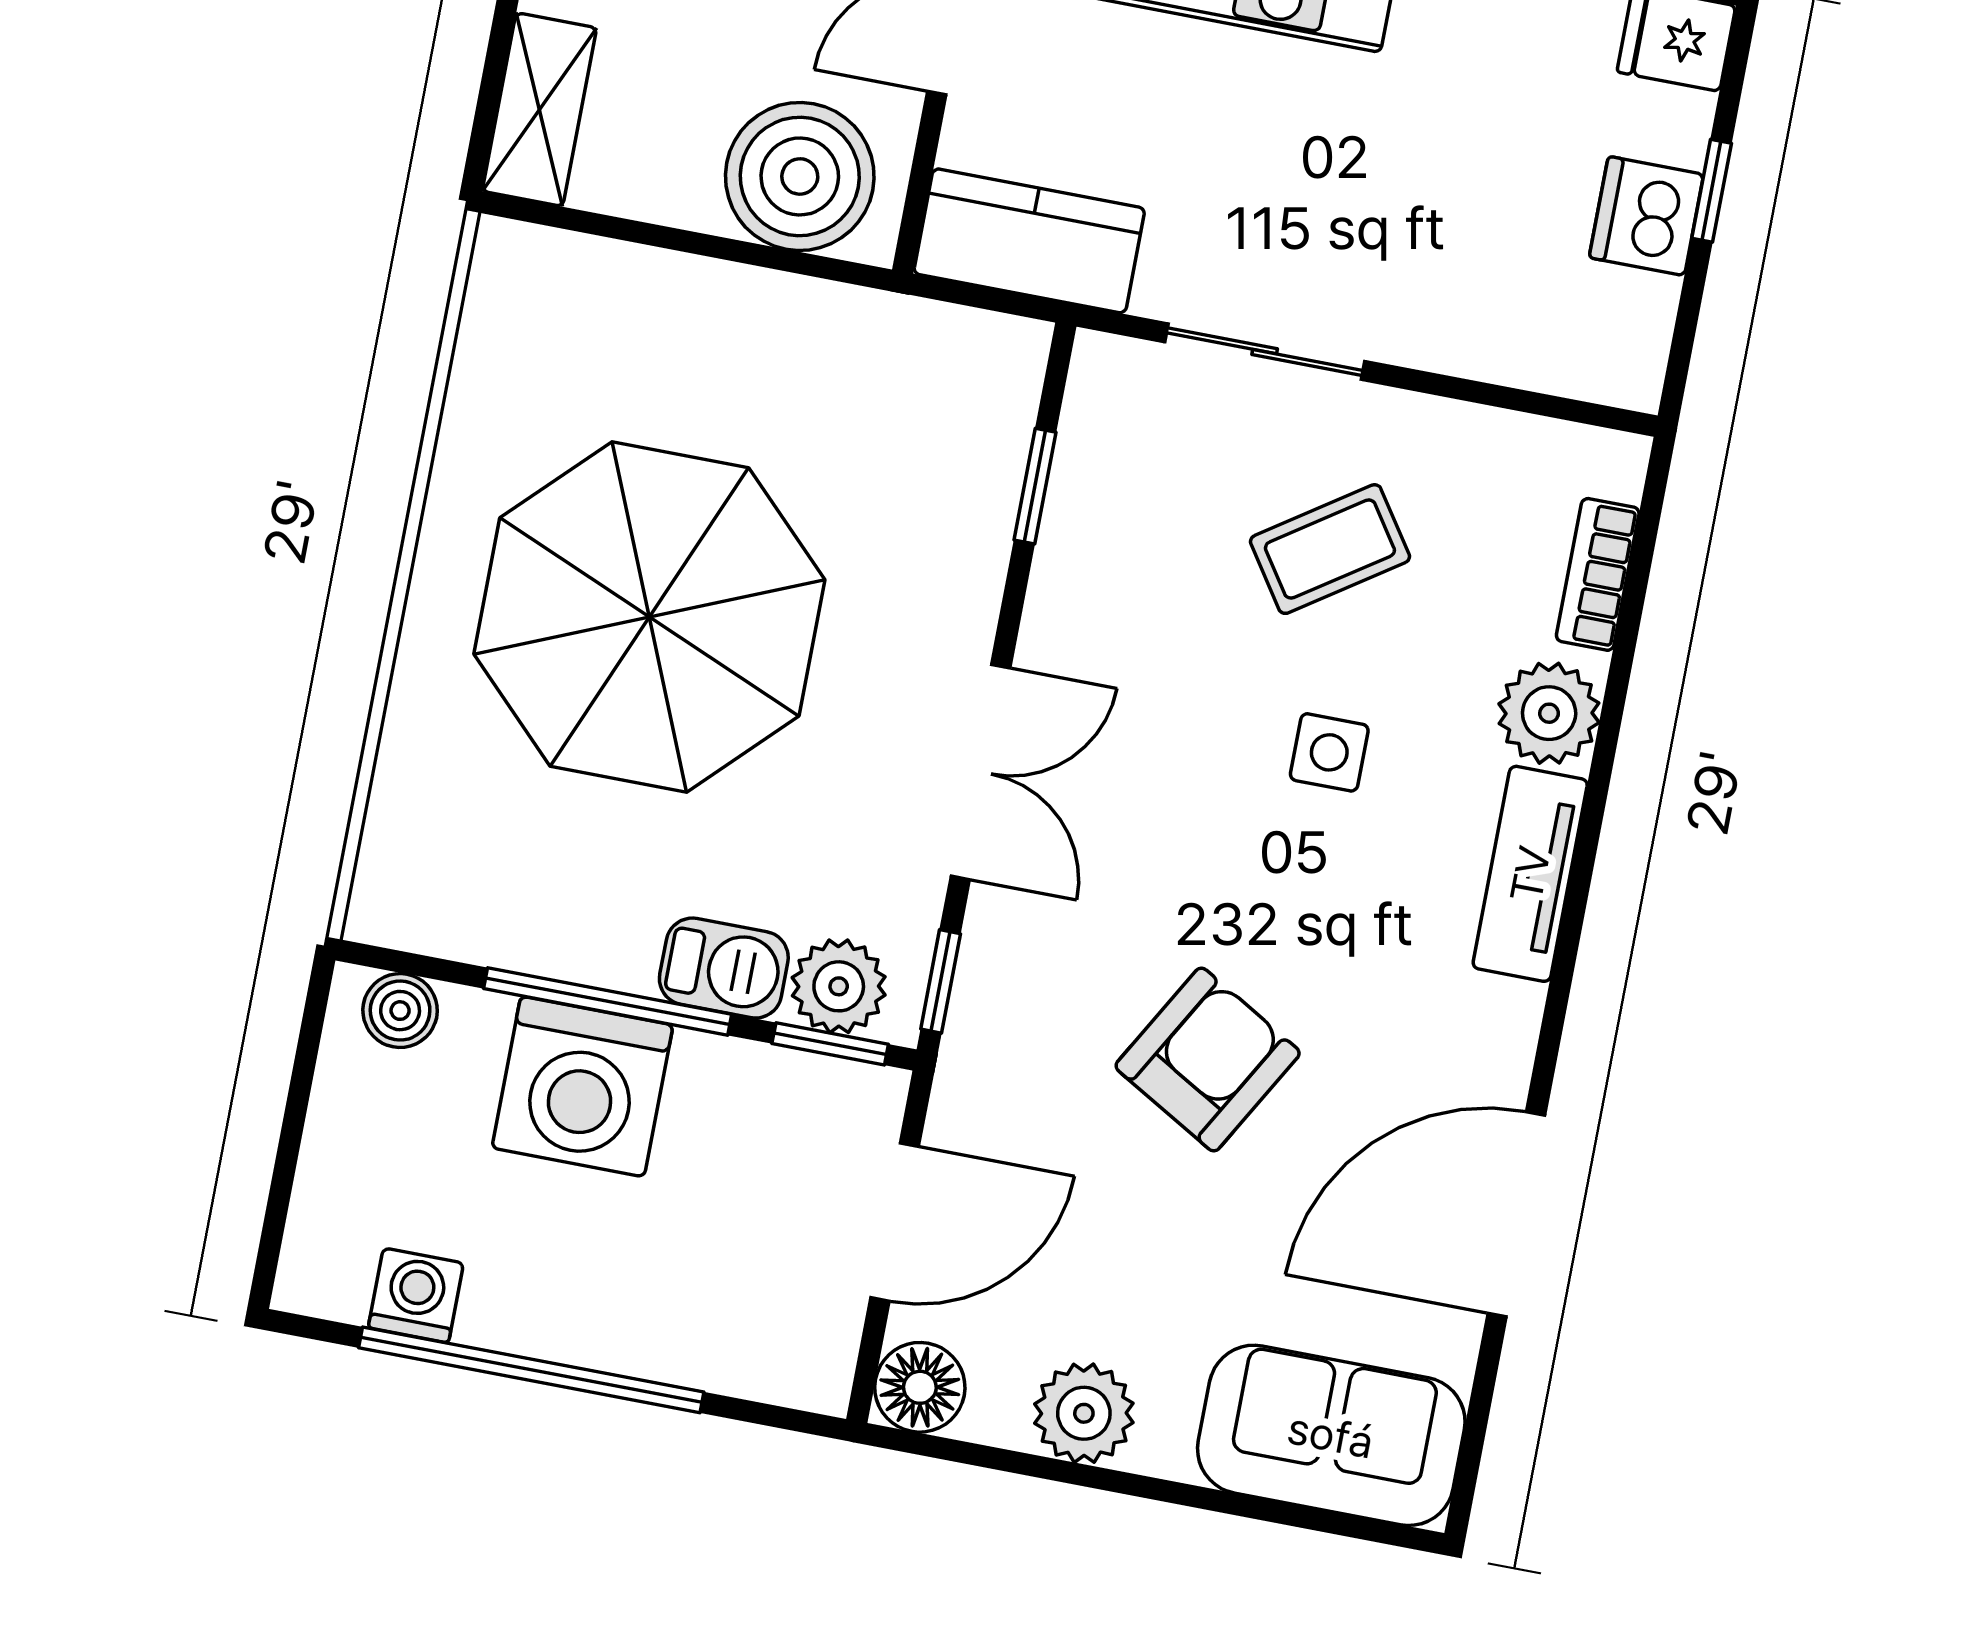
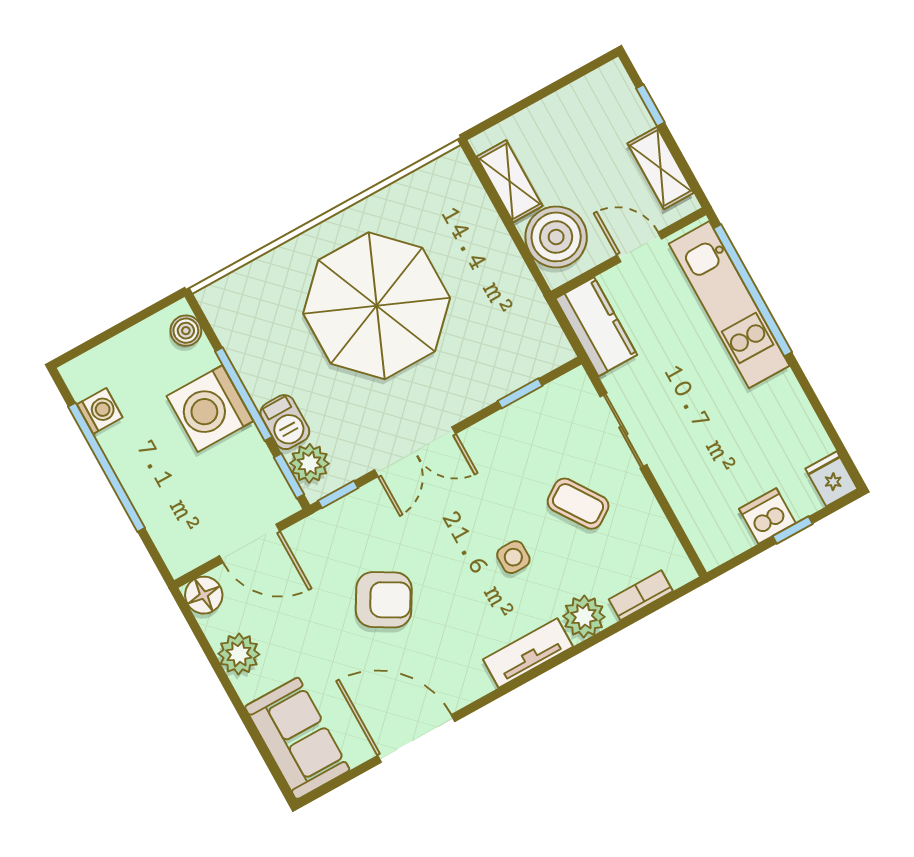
shelving: (539, 110) -> (510, 181), moved, turned 90

